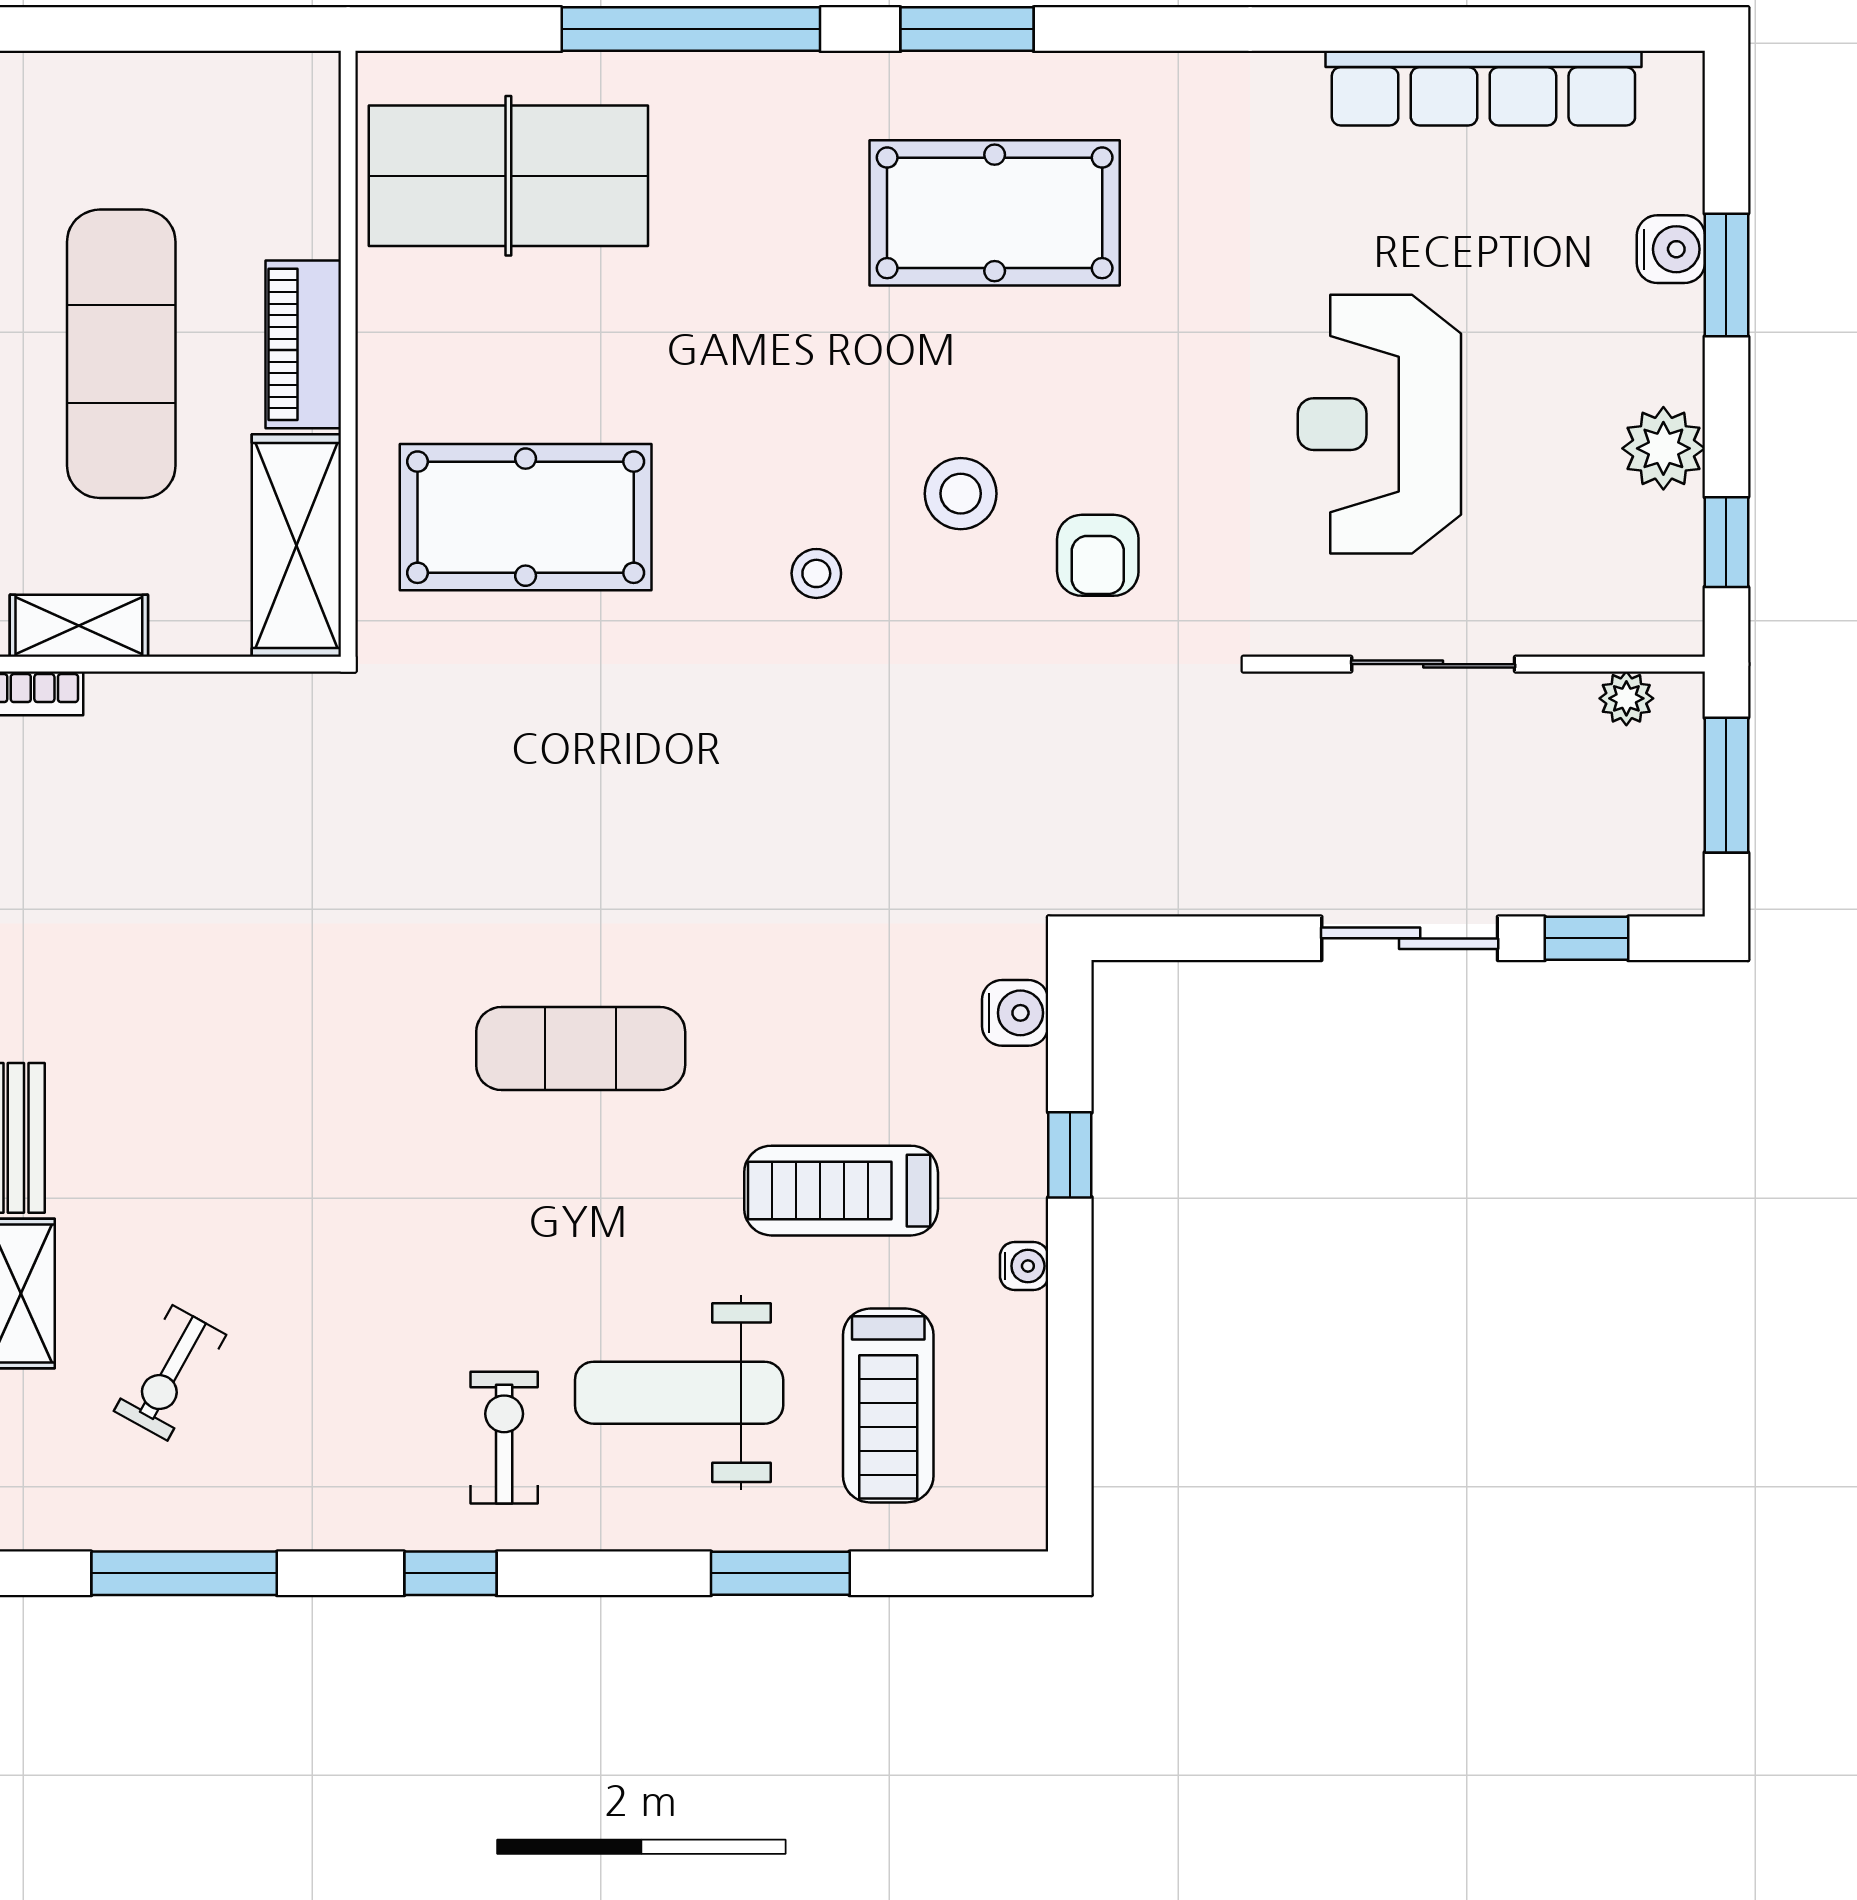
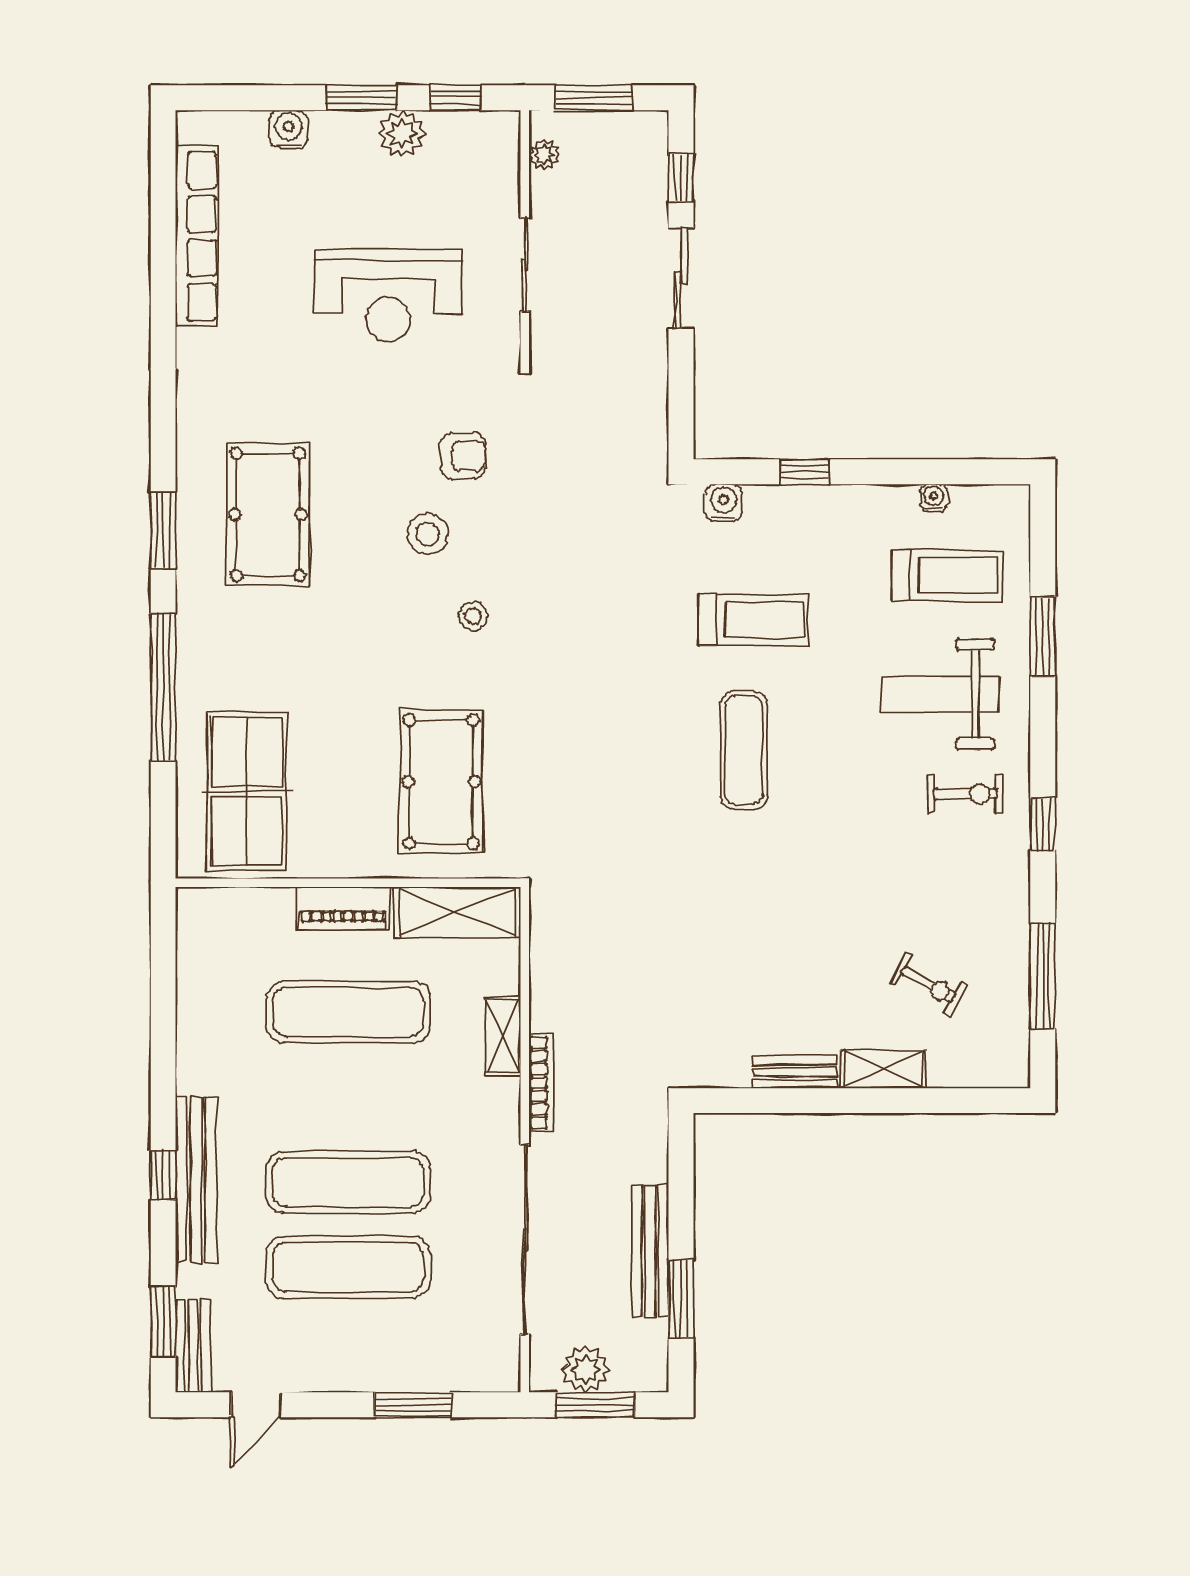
window: (1726, 275) -> (361, 98), moved
treadmill: (841, 1191) -> (753, 620), moved, turned -90
water cooler: (1024, 1266) -> (934, 498), moved
weight bench: (679, 1393) -> (940, 694), turned 90
exercise bike: (504, 1438) -> (965, 794), turned 180

